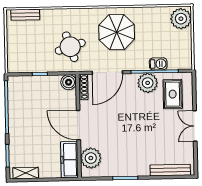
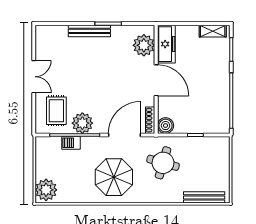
bench: (25, 15) -> (204, 197), width x1.36
round table: (70, 47) -> (163, 163), turned 34
bench: (170, 170) -> (89, 31), moved

